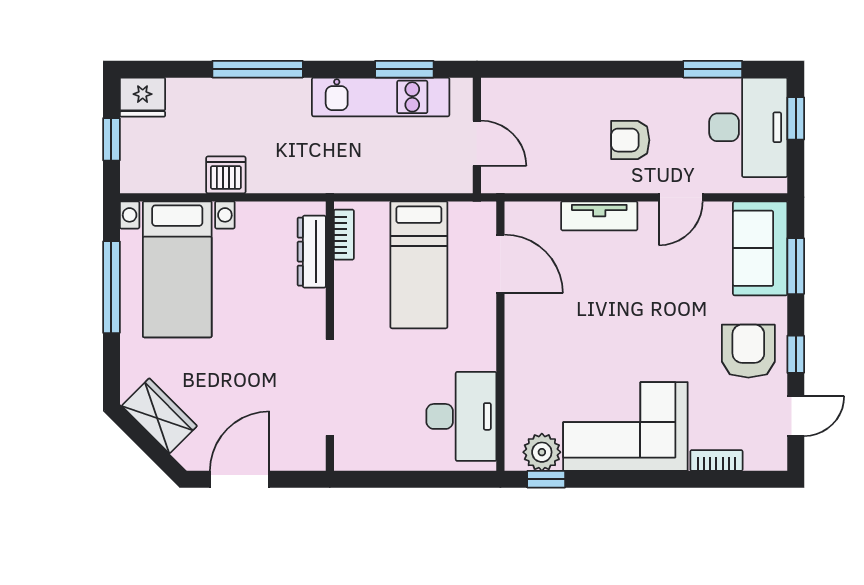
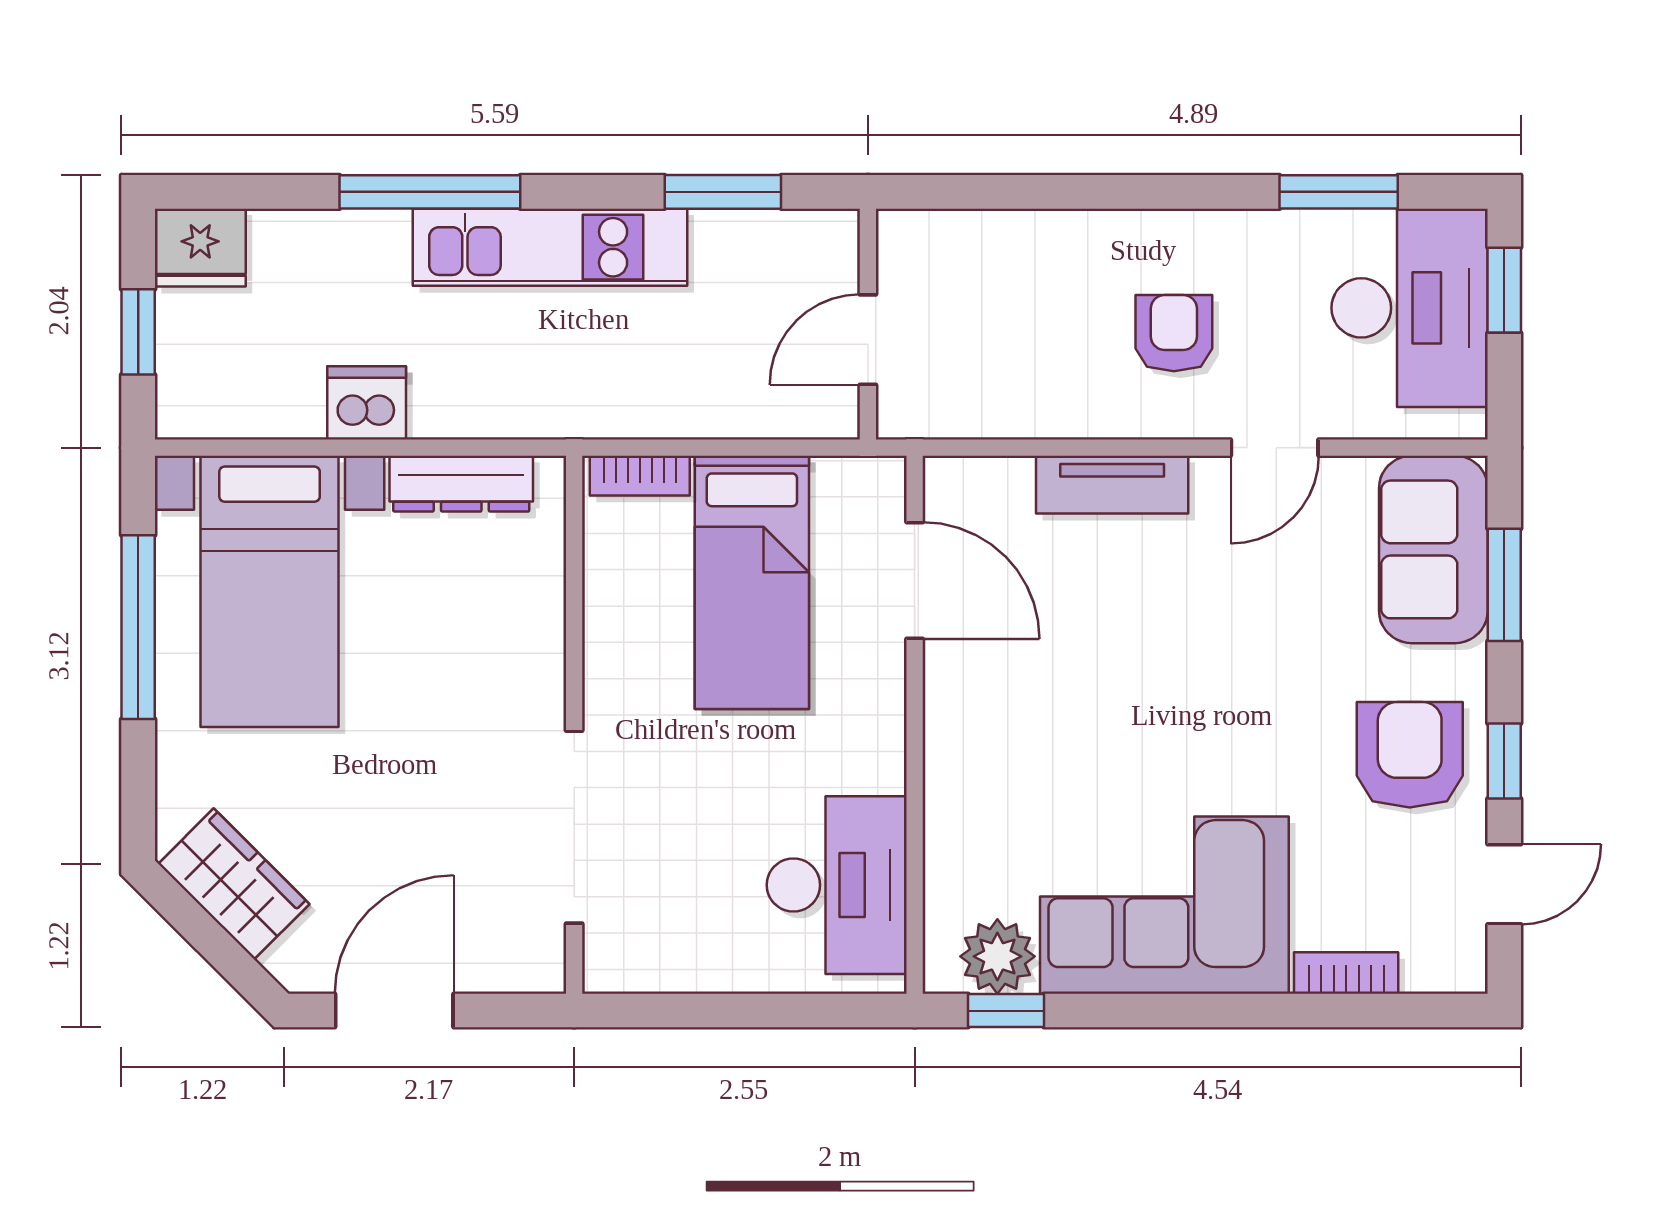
kitchen unit: (381, 97) -> (550, 247), moved
armchair: (630, 140) -> (1174, 333), turned 90
door: (477, 143) -> (868, 340), swing flipped
bookcase: (344, 235) -> (640, 476), moved, turned 90
dresser: (312, 252) -> (461, 484), moved, turned -90

